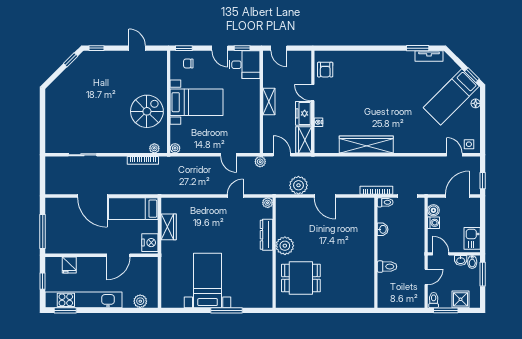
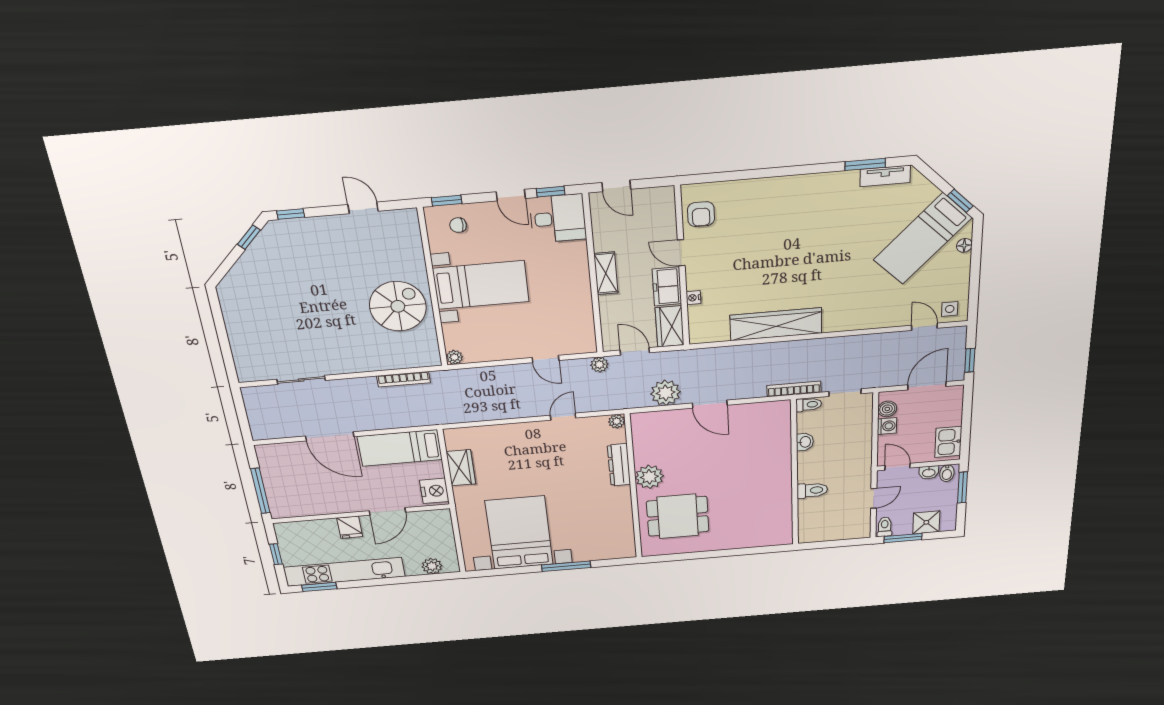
plant: (154, 148) -> (420, 360), removed
fridge: (69, 265) -> (350, 527), moved
bed with nightstands: (208, 280) -> (519, 533), width x1.36

